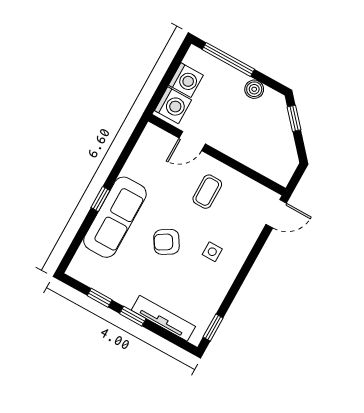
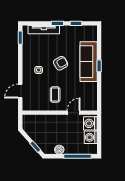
door: (276, 214) -> (20, 91), moved

